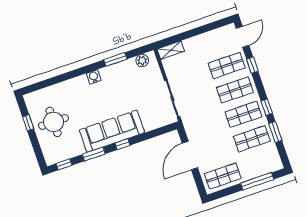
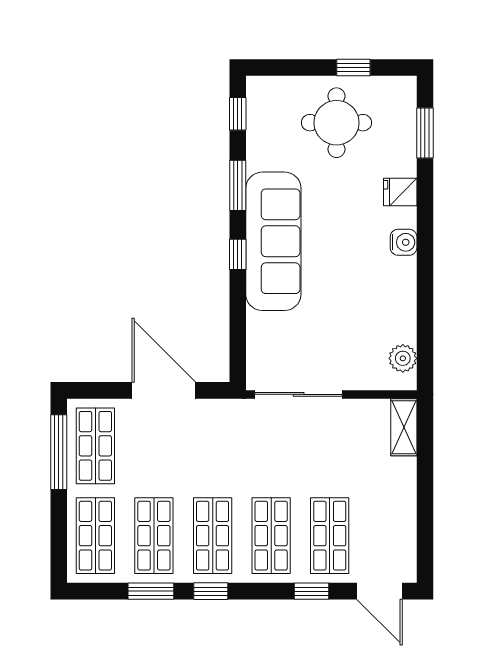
window: (115, 59) -> (425, 133), moved
fridge: (73, 85) -> (400, 192), added
shop shelf: (260, 163) -> (95, 536), added
window: (257, 181) -> (59, 452), moved

